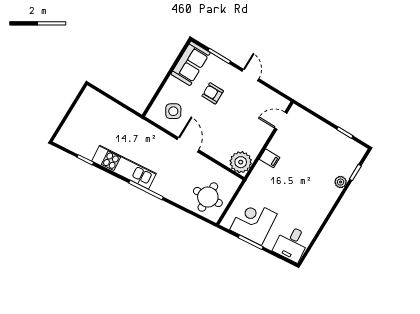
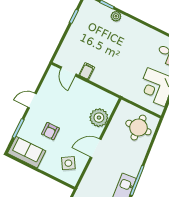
filing cabinet: (269, 158) -> (87, 71), moved
plant: (241, 162) -> (99, 118), moved

